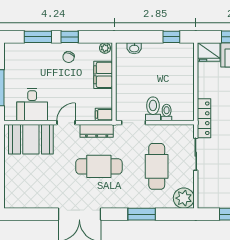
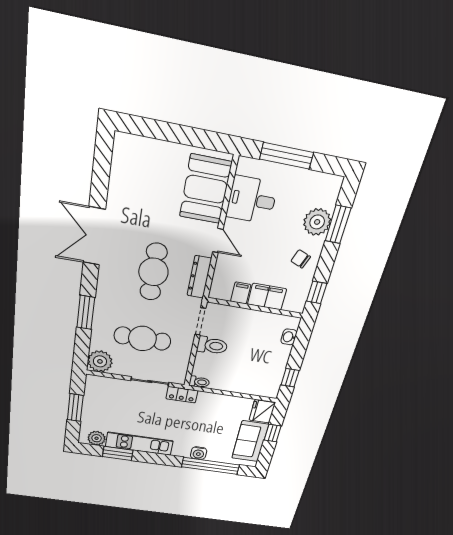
window: (70, 37) -> (317, 292), moved
plant: (105, 48) -> (317, 222), moved, width x1.87, depth x1.87
toilet: (167, 113) -> (199, 382), moved
filing cabinet: (104, 115) -> (241, 293), moved
locker: (204, 118) -> (182, 395), width x0.66

